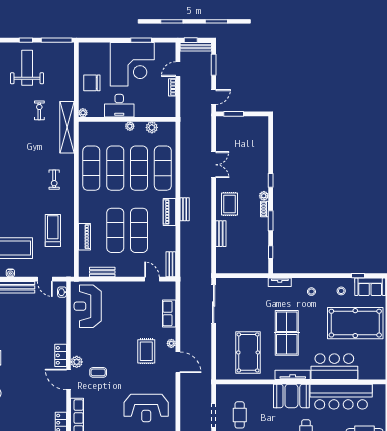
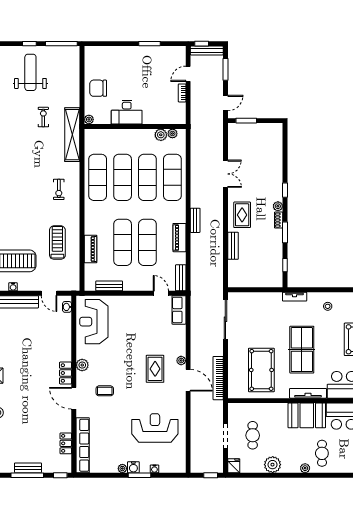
corner desk: (132, 64) -> (140, 69), removed
plant: (130, 126) -> (172, 133), moved
piano: (170, 212) -> (179, 238), moved
row of seats: (169, 313) -> (179, 310), moved
bookcase: (207, 360) -> (218, 378), added
plant: (77, 362) -> (82, 365), moved
reception desk: (146, 408) -> (155, 428), turned 180

